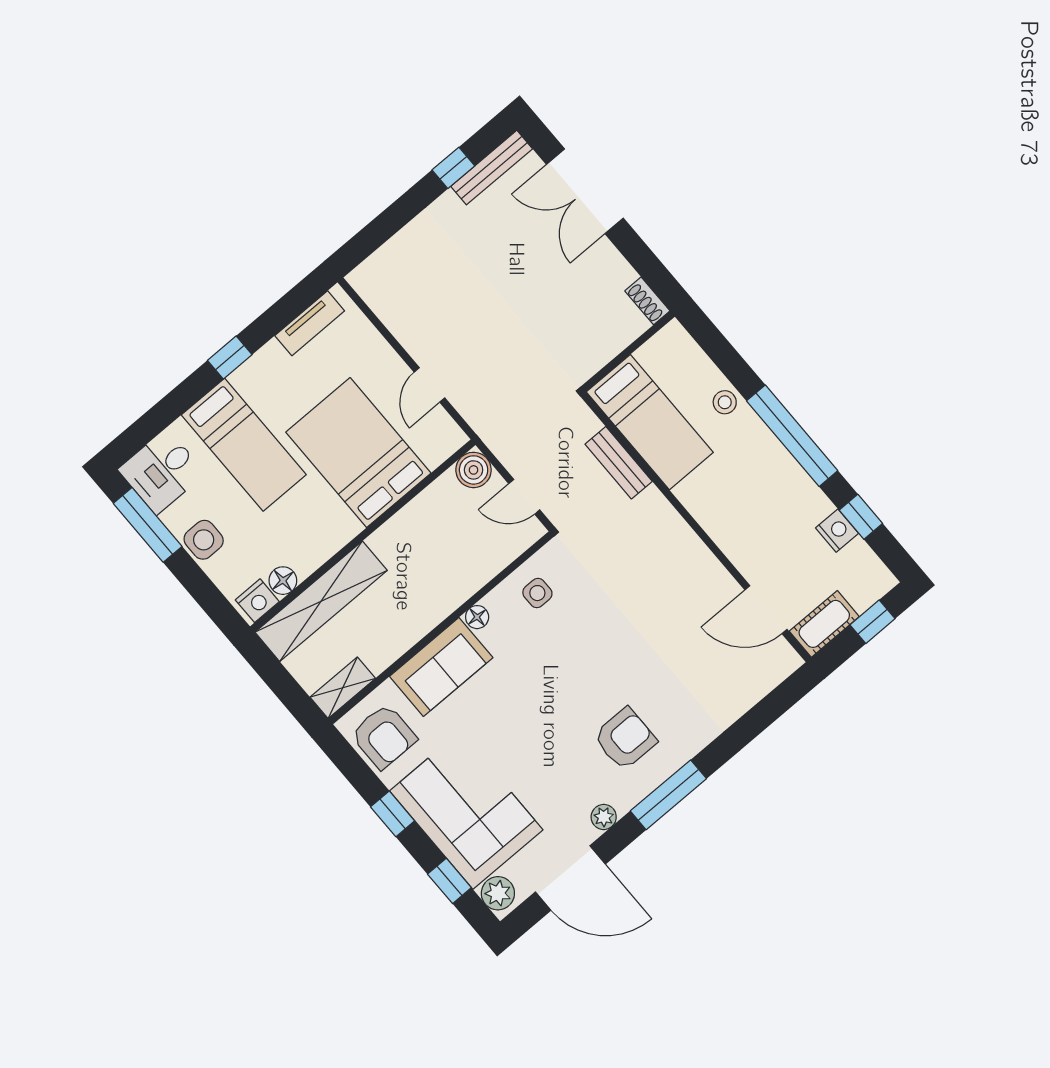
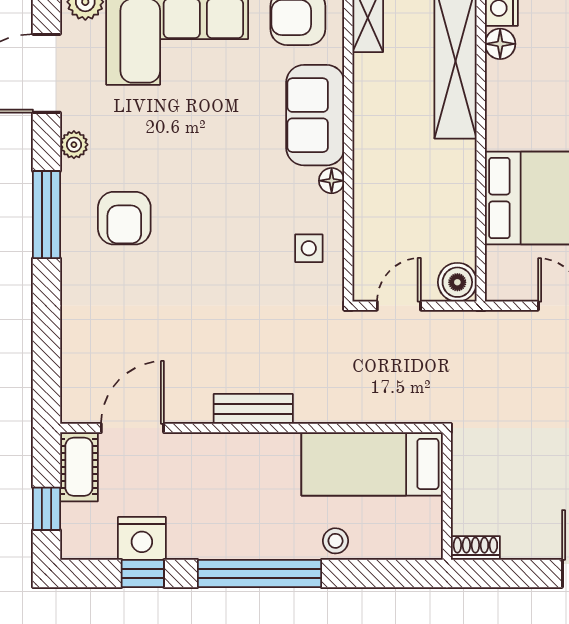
bench: (619, 463) -> (253, 409), moved
nightstand: (837, 531) -> (142, 538), width x1.36, depth x1.33

